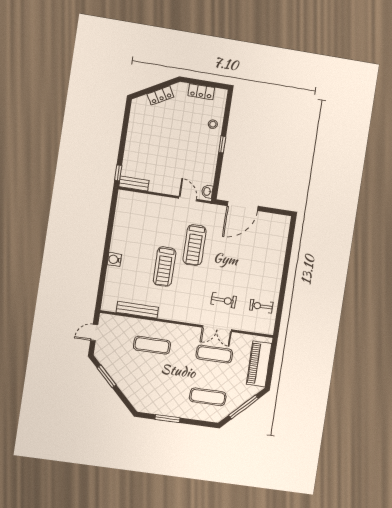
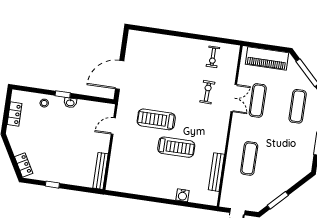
locker: (160, 95) -> (24, 165), moved
window: (118, 173) -> (52, 185), moved
bench: (134, 183) -> (100, 171), width x1.36
washbasin: (207, 191) -> (70, 103), moved
door: (243, 206) -> (120, 75), swing flipped
treadmill: (195, 245) -> (156, 119), turned 180
water cooler: (114, 259) -> (183, 195), moved

